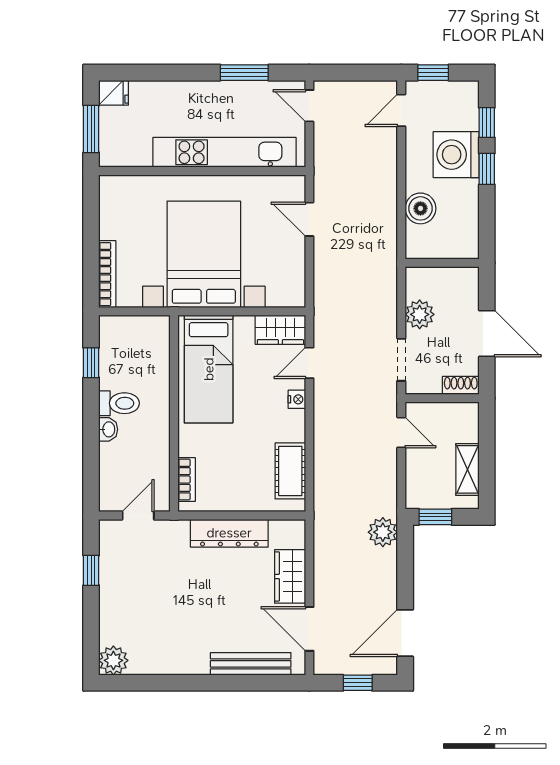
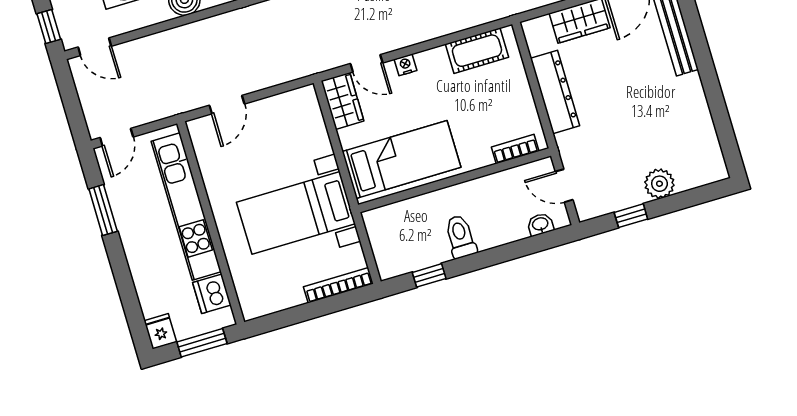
dishwasher: (135, 152) -> (212, 294), added
bed with nightstands: (204, 254) -> (296, 213), width x0.73
washbasin: (108, 429) -> (540, 224), moved
plant: (113, 660) -> (659, 184), moved

